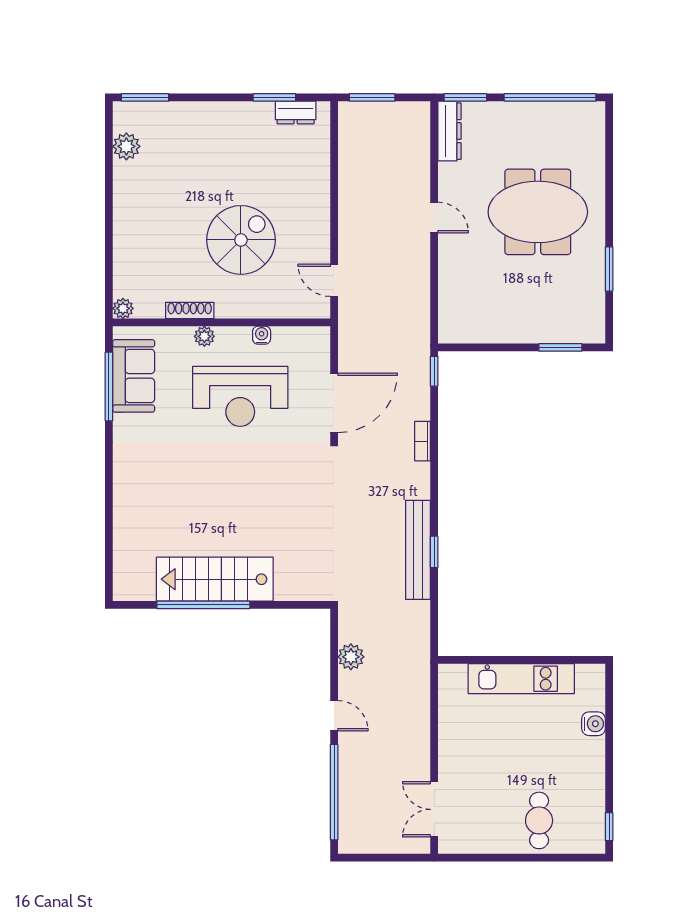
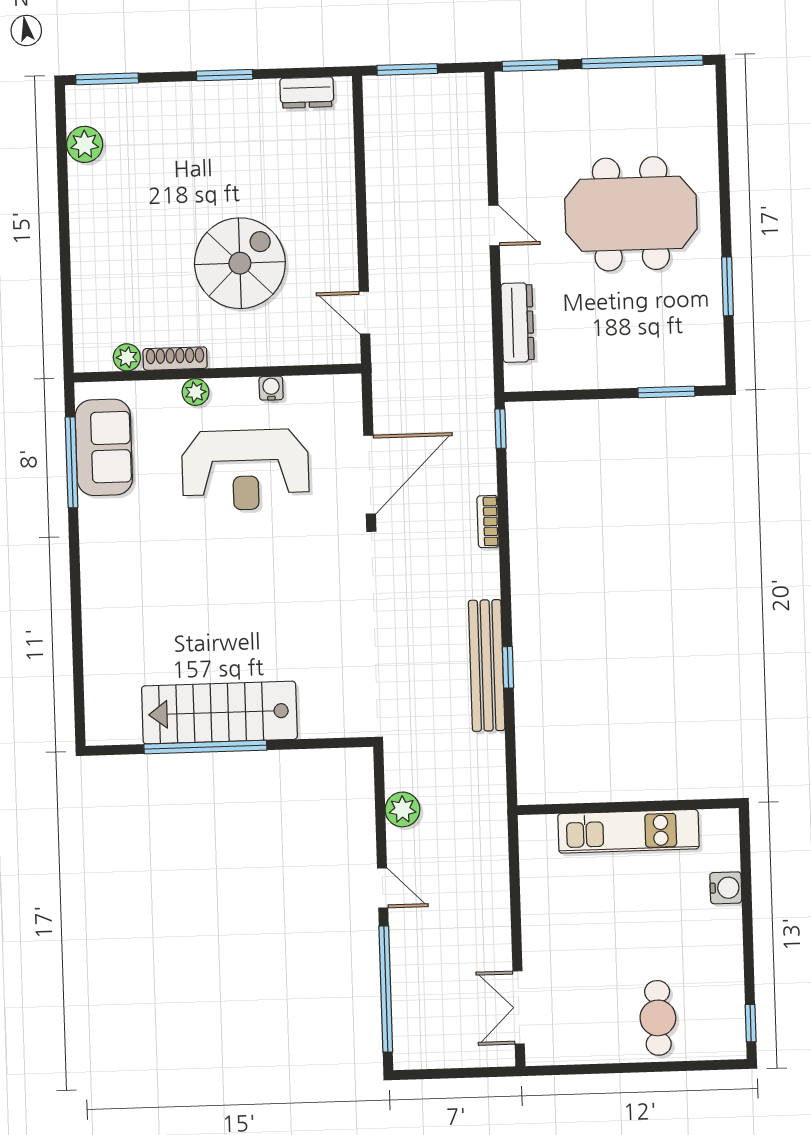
window: (274, 97) -> (225, 75), moved
dresser: (449, 131) -> (518, 323), moved
plant: (123, 308) -> (127, 357), moved

